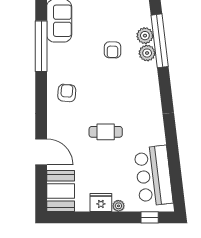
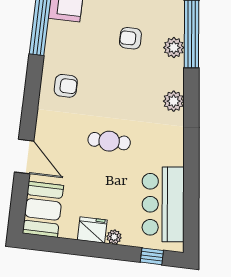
plant: (145, 36) -> (174, 101), moved
armchair: (113, 50) -> (130, 38), turned 89
armchair: (67, 93) -> (66, 86), turned 85

